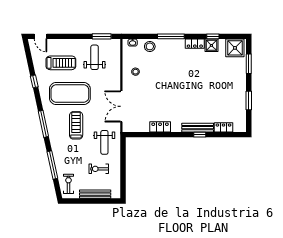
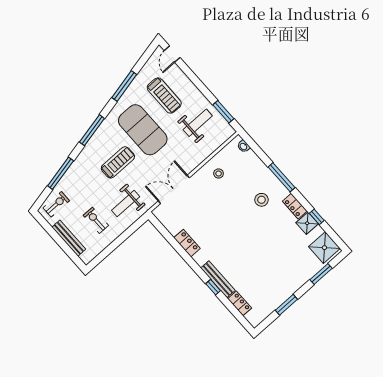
stool: (150, 46) -> (261, 200), moved
window: (34, 81) -> (124, 86), width x2.17

